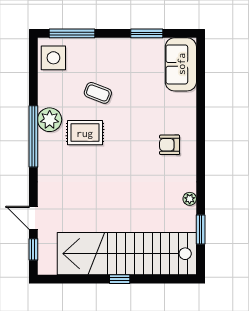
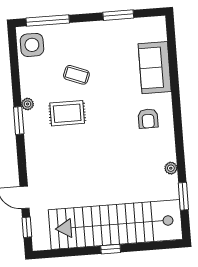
sofa: (181, 64) -> (155, 68), moved
plant: (50, 120) -> (28, 104), width x0.53, depth x0.53
window: (33, 136) -> (19, 121), width x0.47
armchair: (170, 145) -> (148, 119), turned -90

